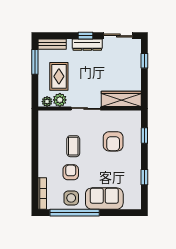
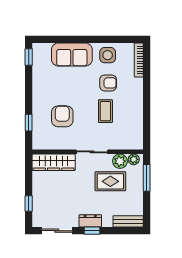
dresser: (87, 45) -> (90, 221), width x0.70
window: (35, 62) -> (147, 178), moved
rug: (59, 76) -> (110, 181), moved, turned 90
armchair: (71, 172) -> (108, 83), turned -90
window: (144, 177) -> (29, 57), moved
window: (75, 213) -> (104, 39), removed

